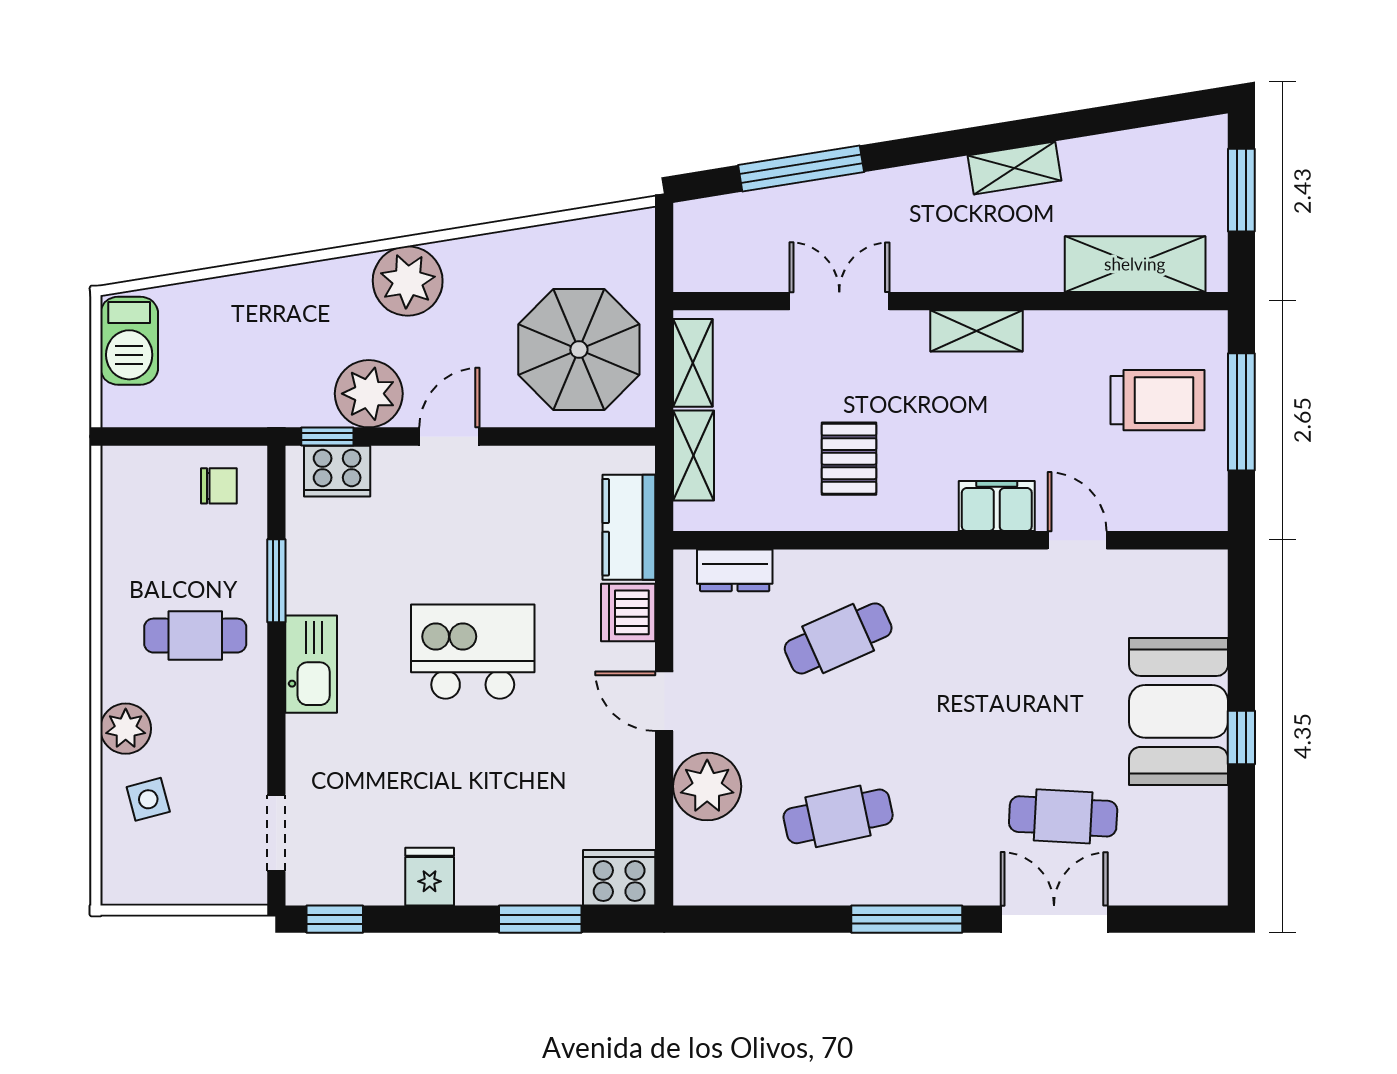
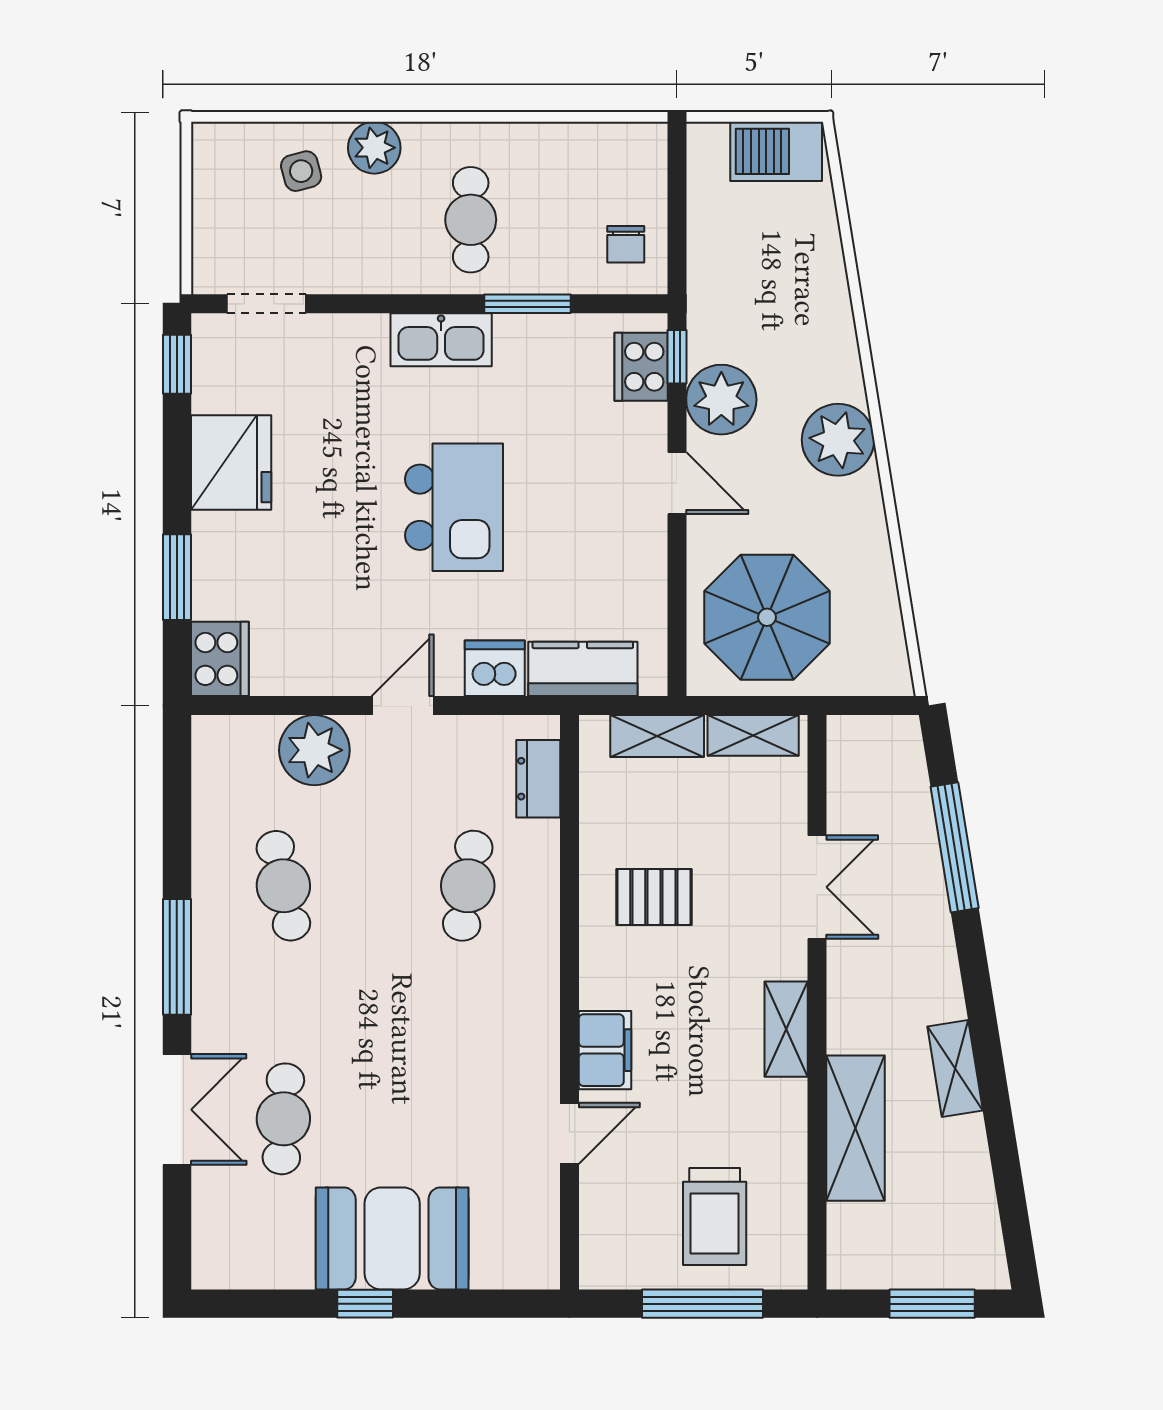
shelving: (1135, 264) -> (856, 1128), moved
cafe table: (838, 638) -> (468, 886), turned 33
fridge: (430, 877) -> (231, 462), width x1.88, depth x1.34

